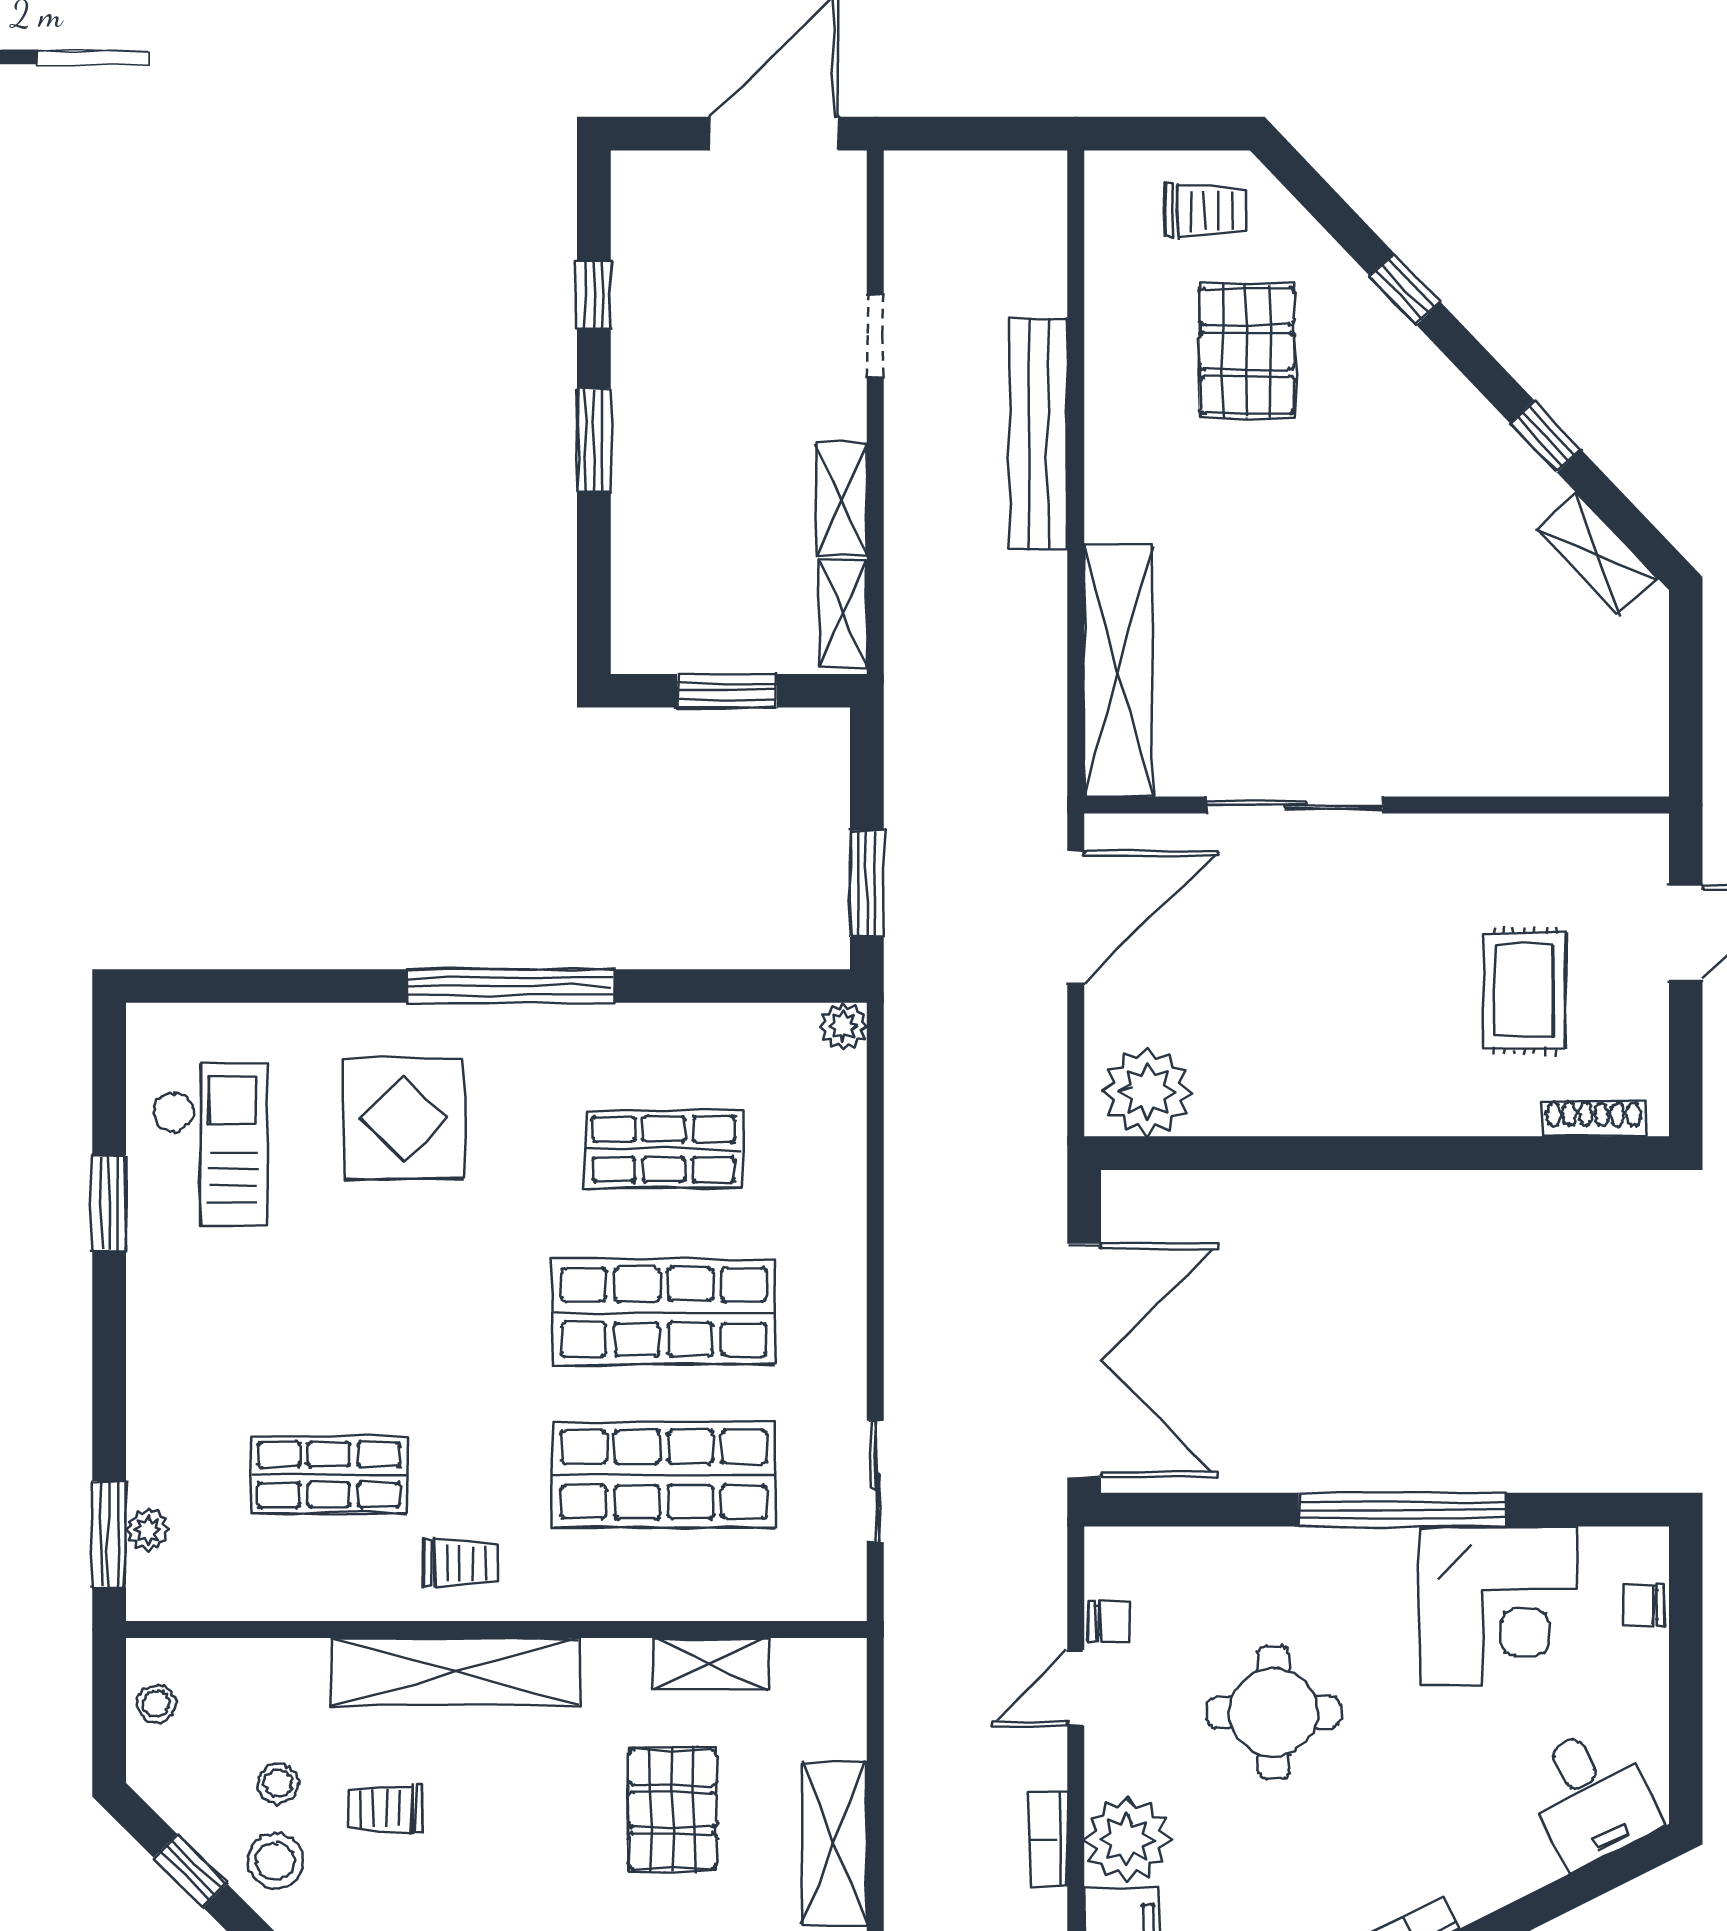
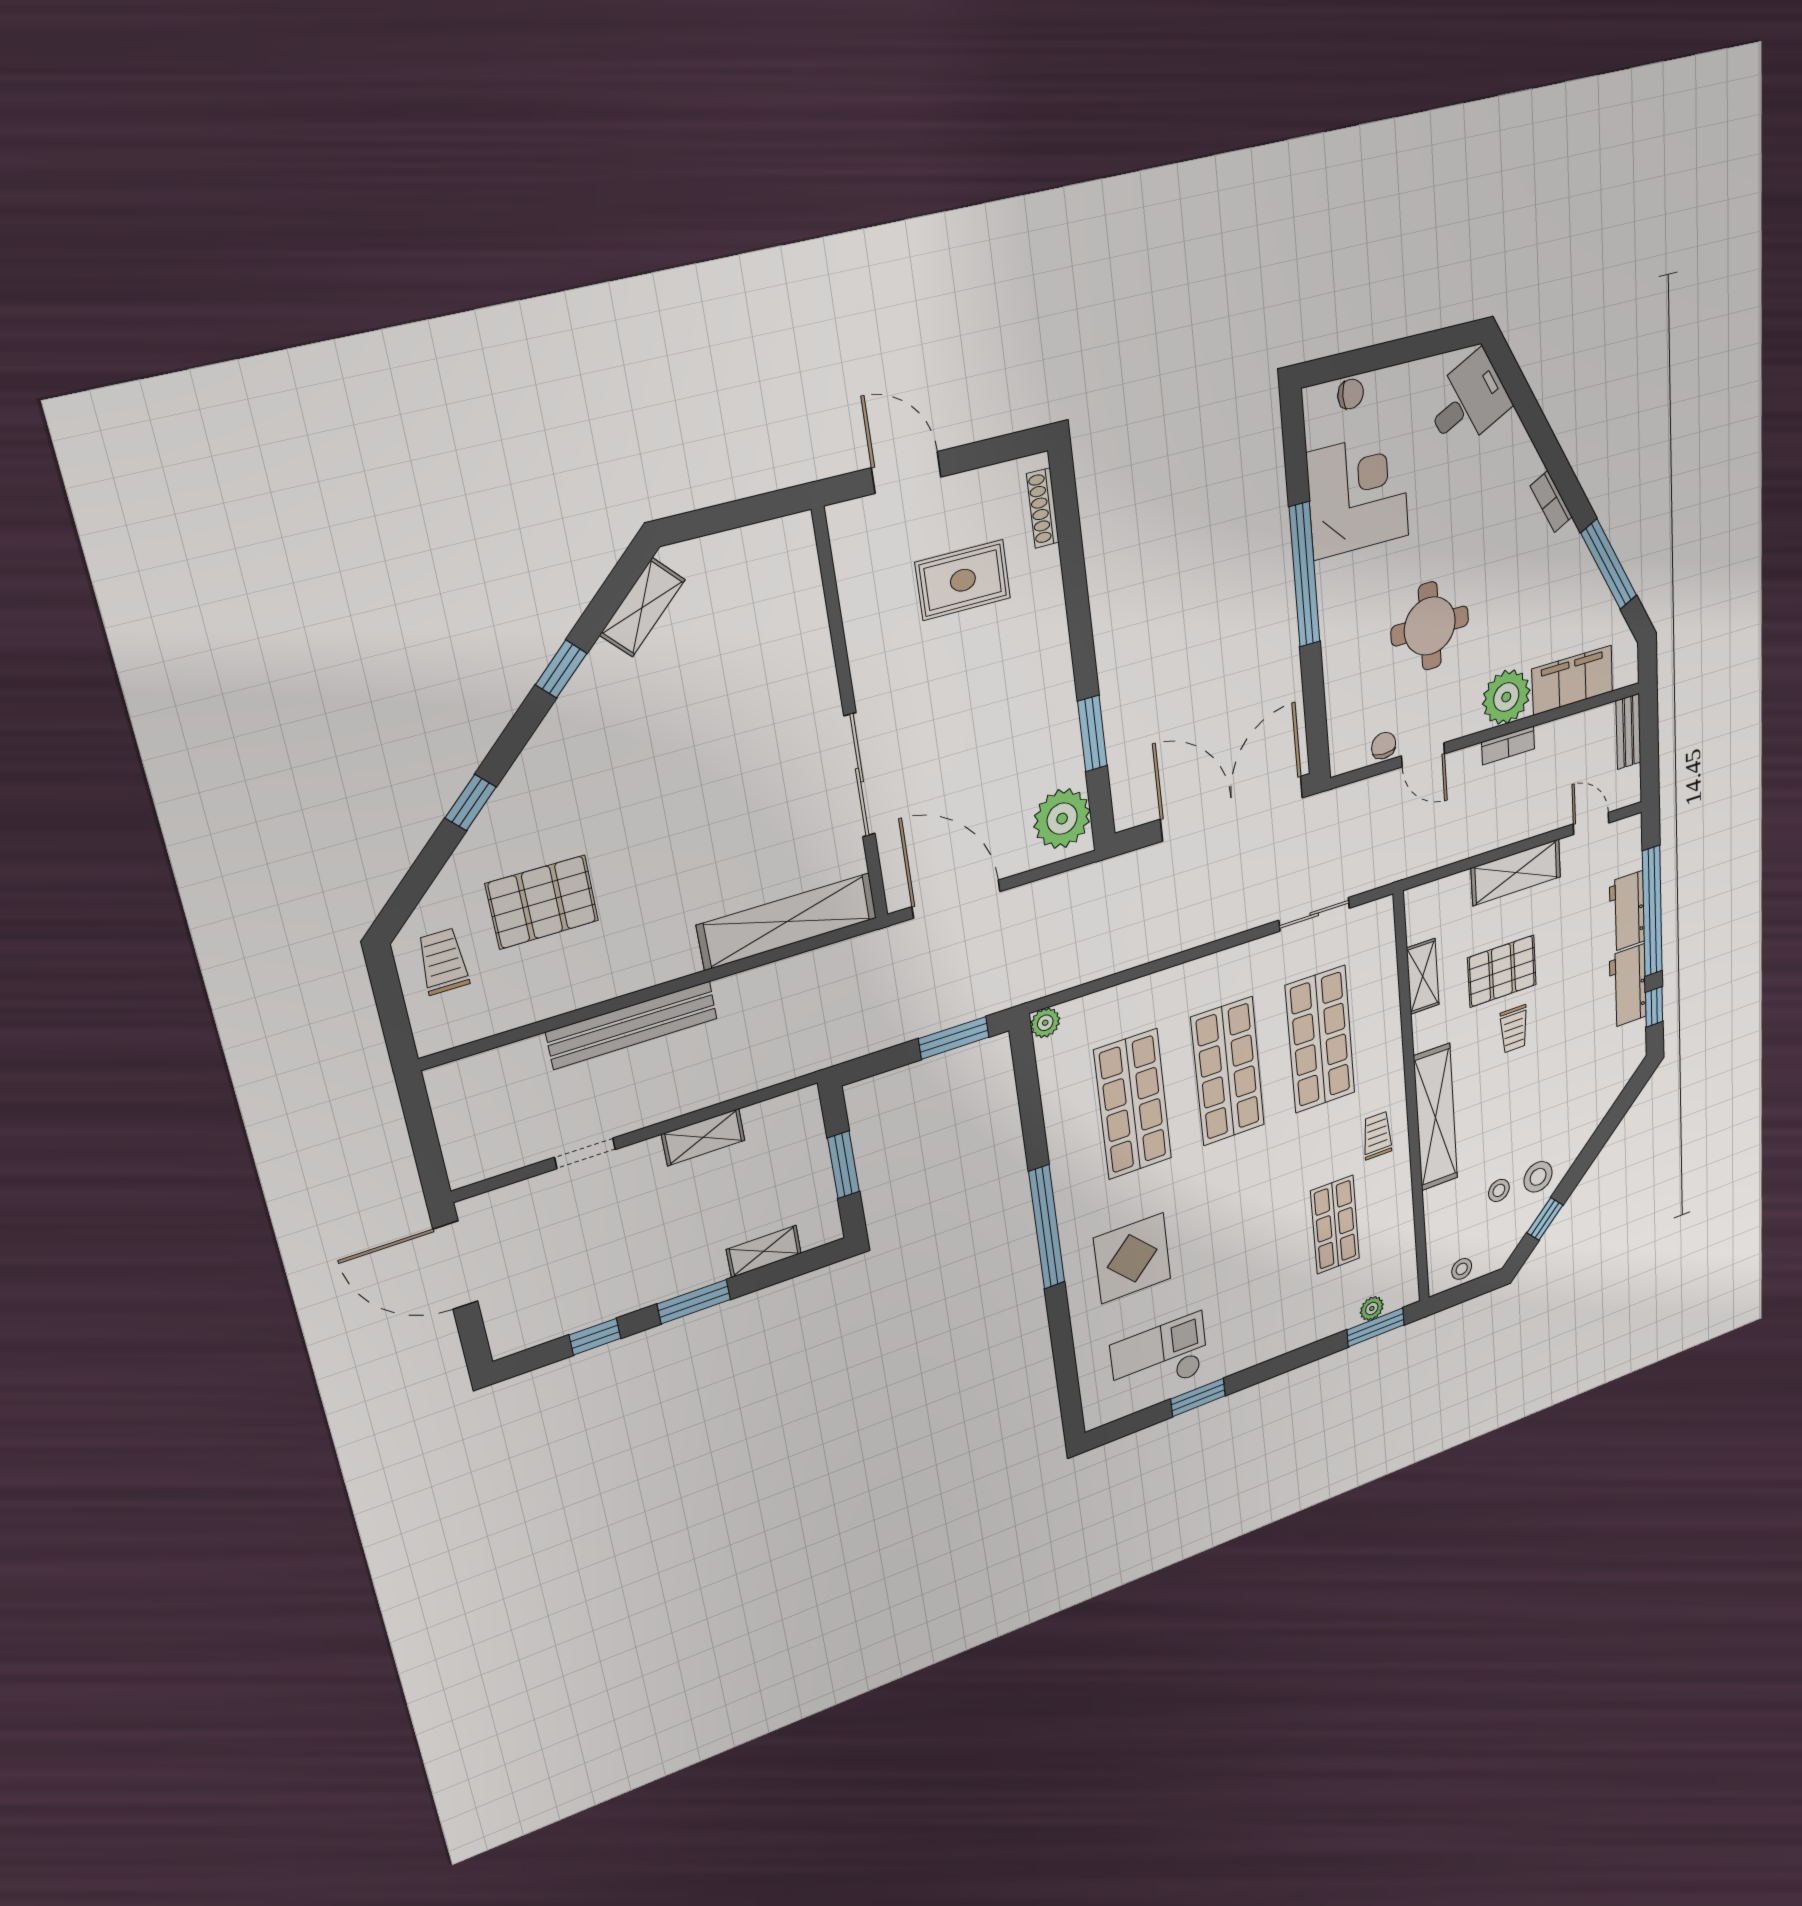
shelving: (843, 613) -> (764, 1251), moved
shop shelf: (664, 1149) -> (1133, 1105), width x1.43, depth x1.36
window: (1259, 1153) -> (1092, 734), added
chair: (1643, 1605) -> (1351, 394), turned -90
trolley: (385, 1809) -> (1514, 1029), moved

